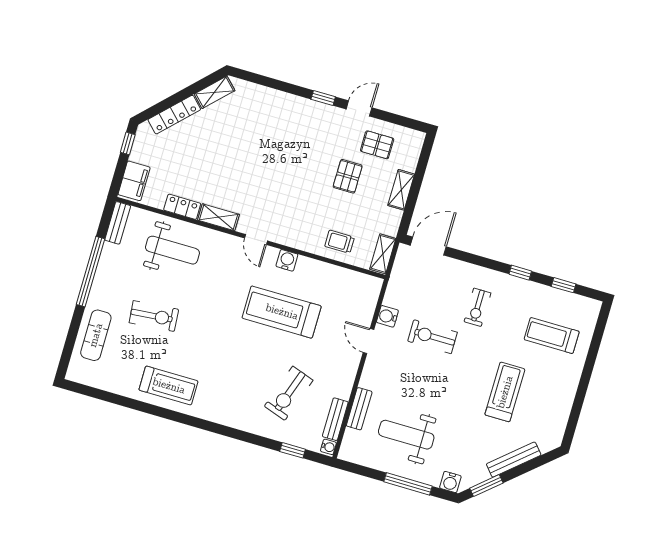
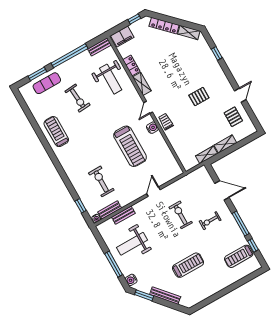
window: (323, 98) -> (217, 53), moved
door: (359, 108) -> (240, 95), hinge flipped
pallet: (348, 176) -> (199, 97), moved
trolley: (340, 242) -> (166, 122), moved
door: (428, 246) -> (222, 190), moved
shelving: (383, 254) -> (207, 155), moved
window: (520, 273) -> (241, 224), width x2.17
treadmill: (282, 312) -> (130, 146), turned 180
water cooler: (387, 316) -> (171, 189), removed
window: (72, 335) -> (37, 74), added
treadmill: (552, 336) -> (239, 256), moved, turned -90
treadmill: (169, 386) -> (56, 132), turned 180
exercise bike: (289, 393) -> (101, 181), turned 71
weight bench: (406, 435) -> (132, 244), turned -90

